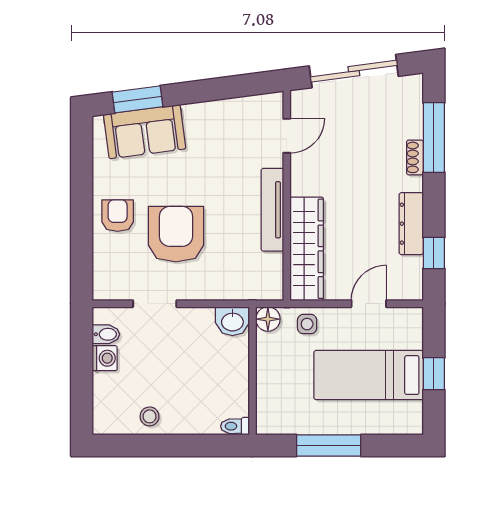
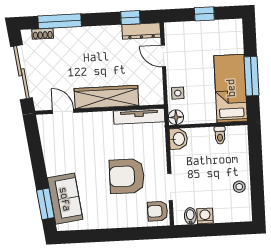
shoe rack: (415, 157) -> (43, 34), moved
tv unit: (272, 210) -> (139, 116), moved
armchair: (118, 216) -> (158, 211), moved
dresser: (411, 224) -> (141, 31), moved
wardrobe: (307, 249) -> (106, 97), moved
bed: (369, 375) -> (231, 88), moved, turned 180
toilet: (235, 426) -> (220, 135), moved

